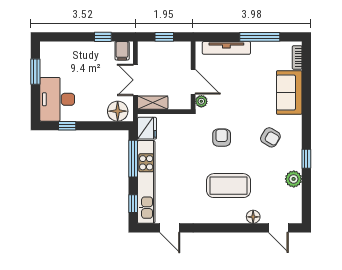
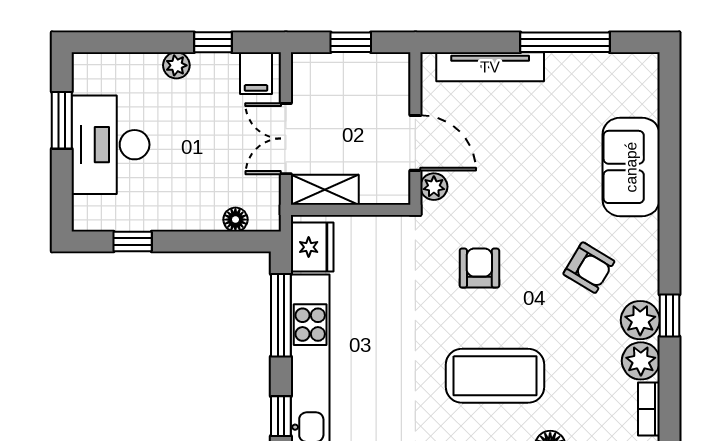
plant: (87, 47) -> (176, 65), added
bookcase: (297, 57) -> (649, 409), moved
desk: (57, 99) -> (110, 145), moved
floor lamp: (118, 111) -> (235, 220), width x0.53, depth x0.53
plant: (293, 161) -> (640, 320), added

